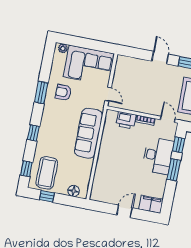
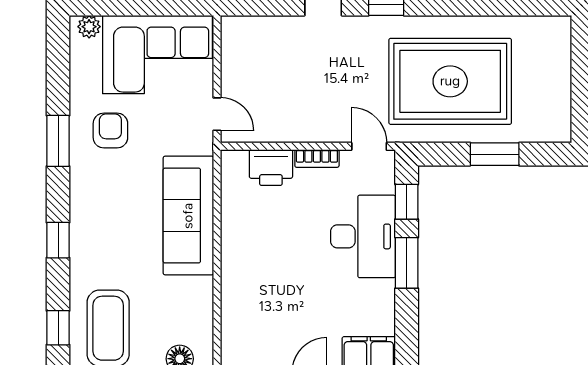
armchair: (63, 92) -> (110, 131), turned 90

